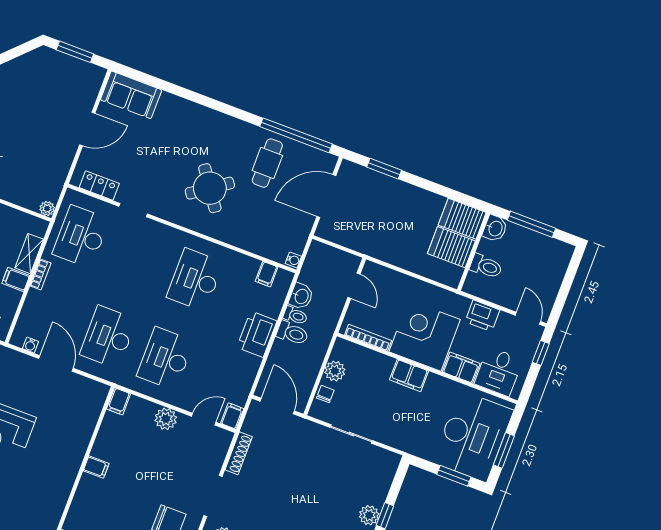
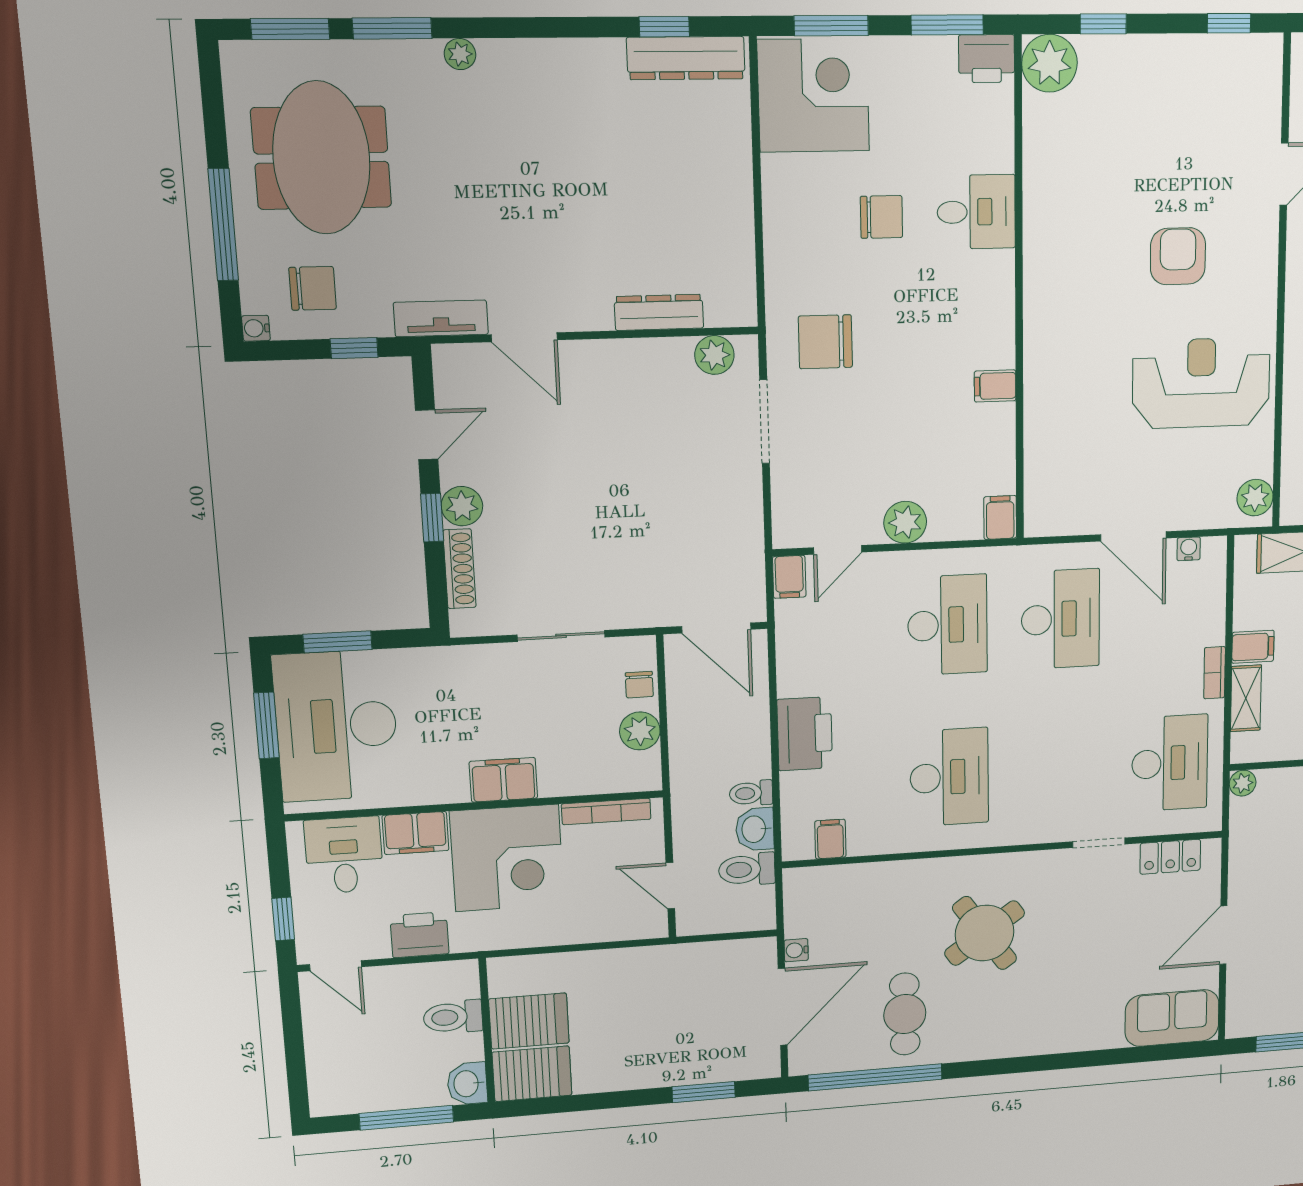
water cooler: (293, 260) -> (796, 950), moved
toilet: (292, 333) -> (747, 869), moved
shoe rack: (239, 453) -> (459, 569), moved, turned 180

